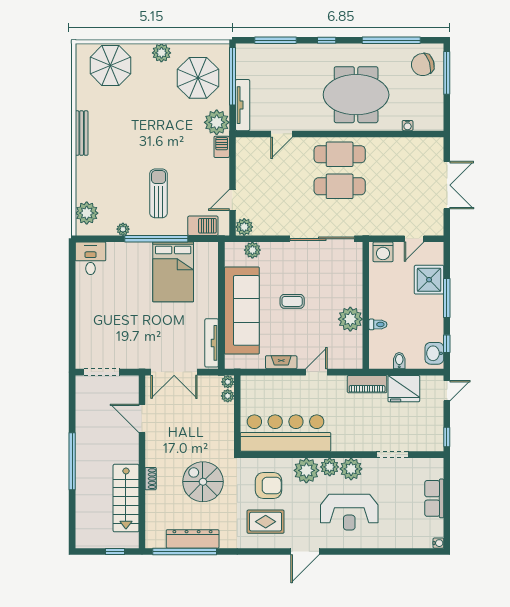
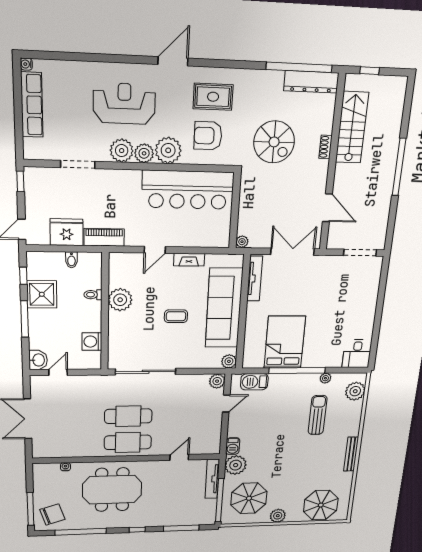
sun lounger: (159, 193) -> (318, 415), moved, turned 180
plant: (252, 250) -> (229, 361), moved
washing machine: (383, 252) -> (92, 342), moved, turned -90
shower: (429, 280) -> (42, 294), moved
washbasin: (434, 353) -> (38, 360), moved
plant: (228, 396) -> (243, 228), removed
row of seats: (434, 498) -> (32, 105), width x1.48
dresser: (193, 539) -> (311, 82), moved

